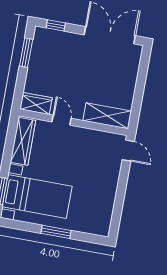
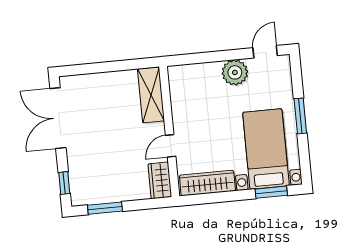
door: (128, 151) -> (265, 52), moved
plant: (106, 189) -> (235, 72), added

